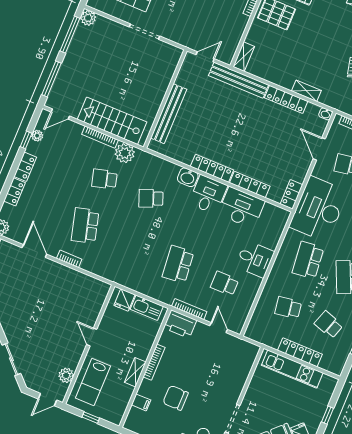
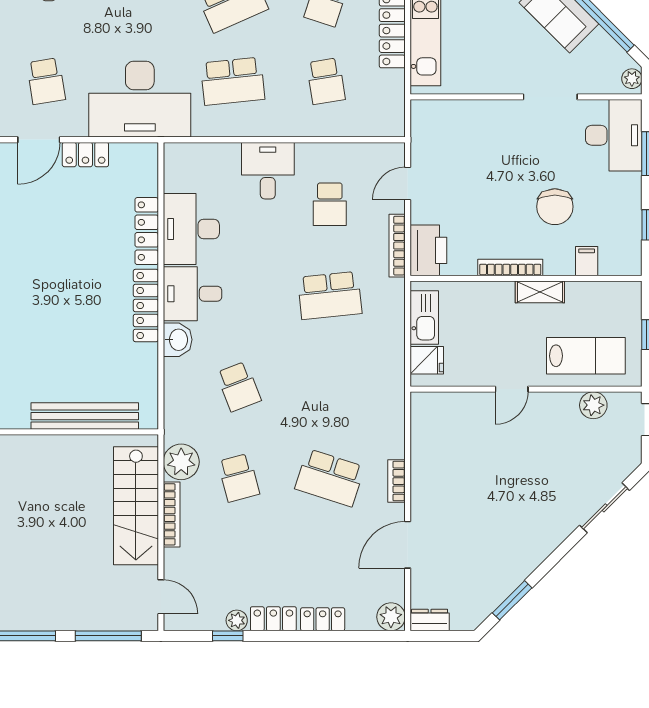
plant: (37, 136) -> (237, 620), moved
locker: (291, 194) -> (85, 155), moved
school desk: (85, 226) -> (330, 478), turned 33

